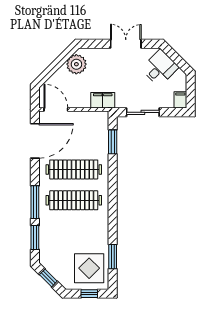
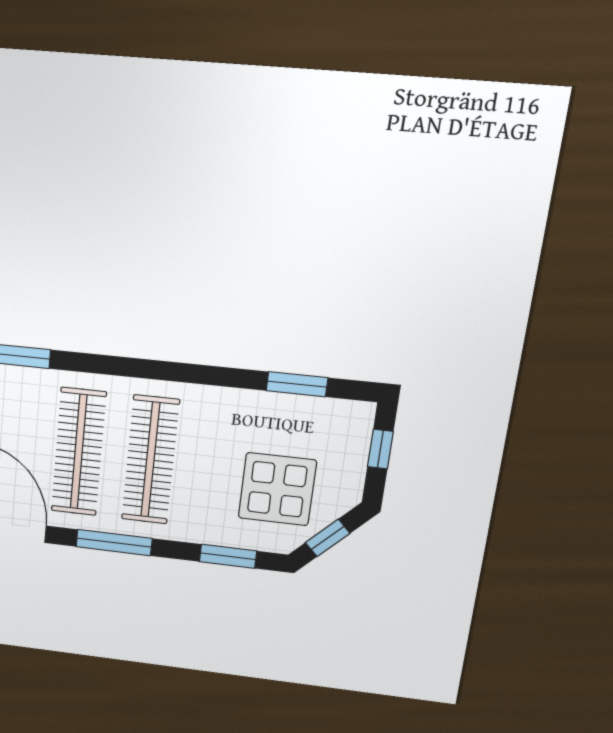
window: (35, 202) -> (114, 543), moved
display table: (89, 268) -> (277, 489), moved

